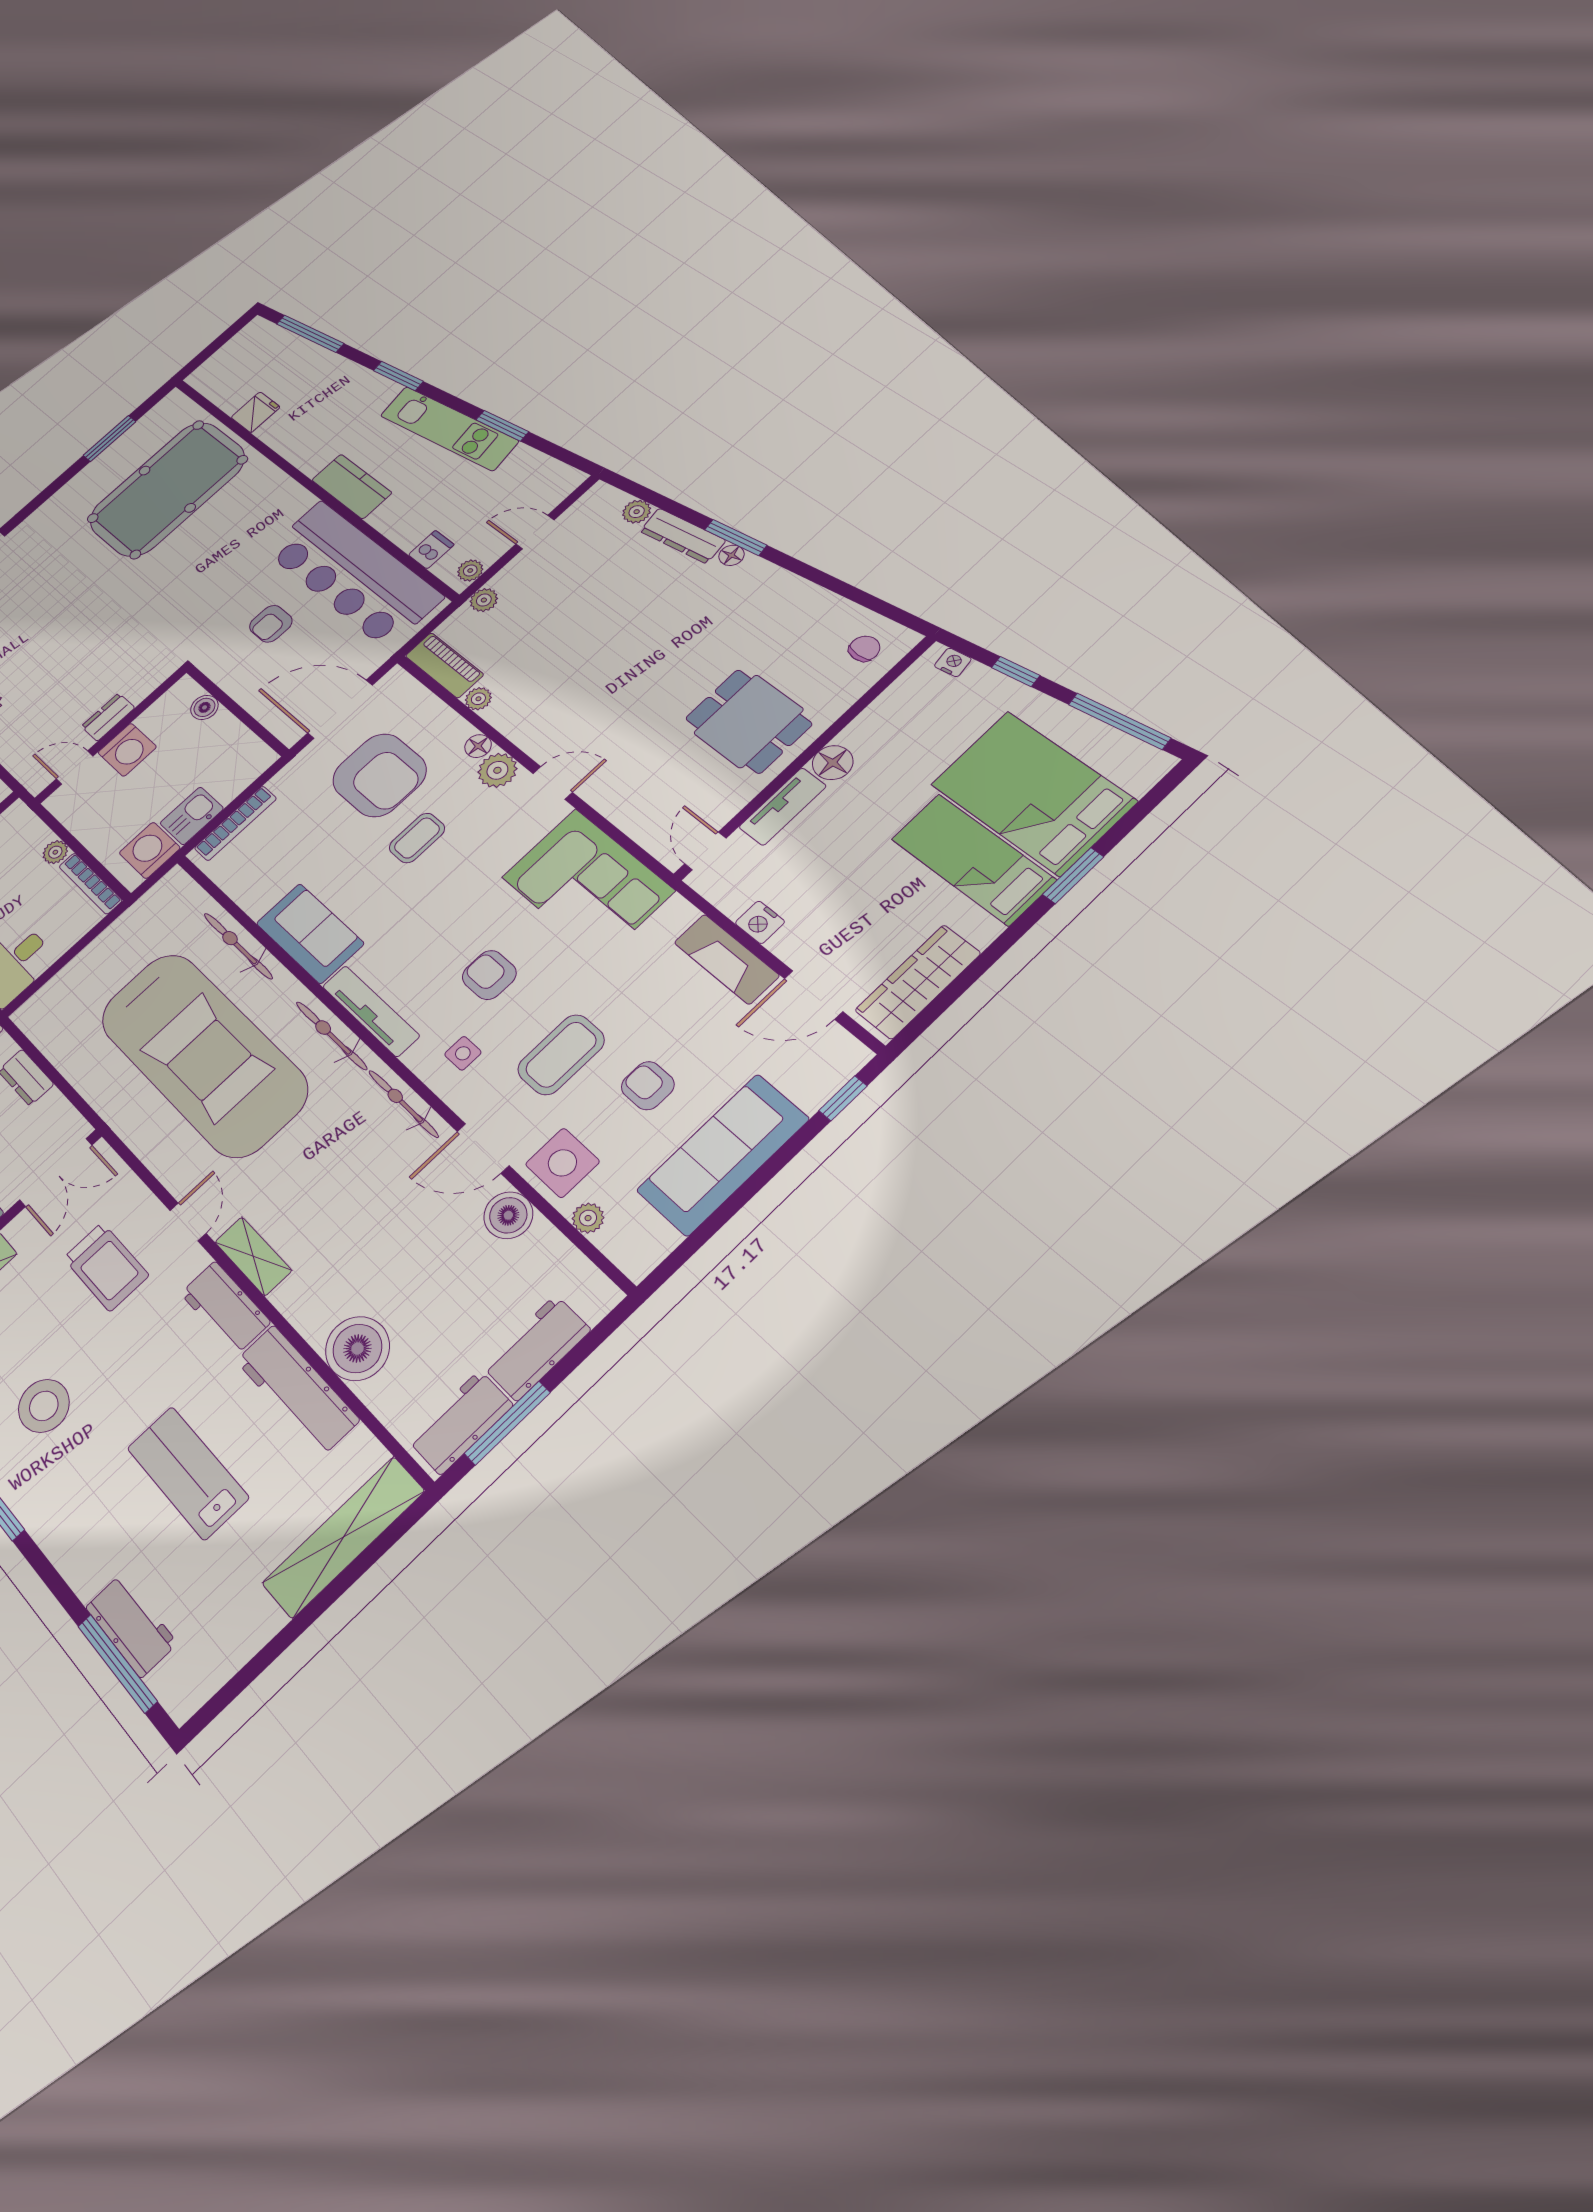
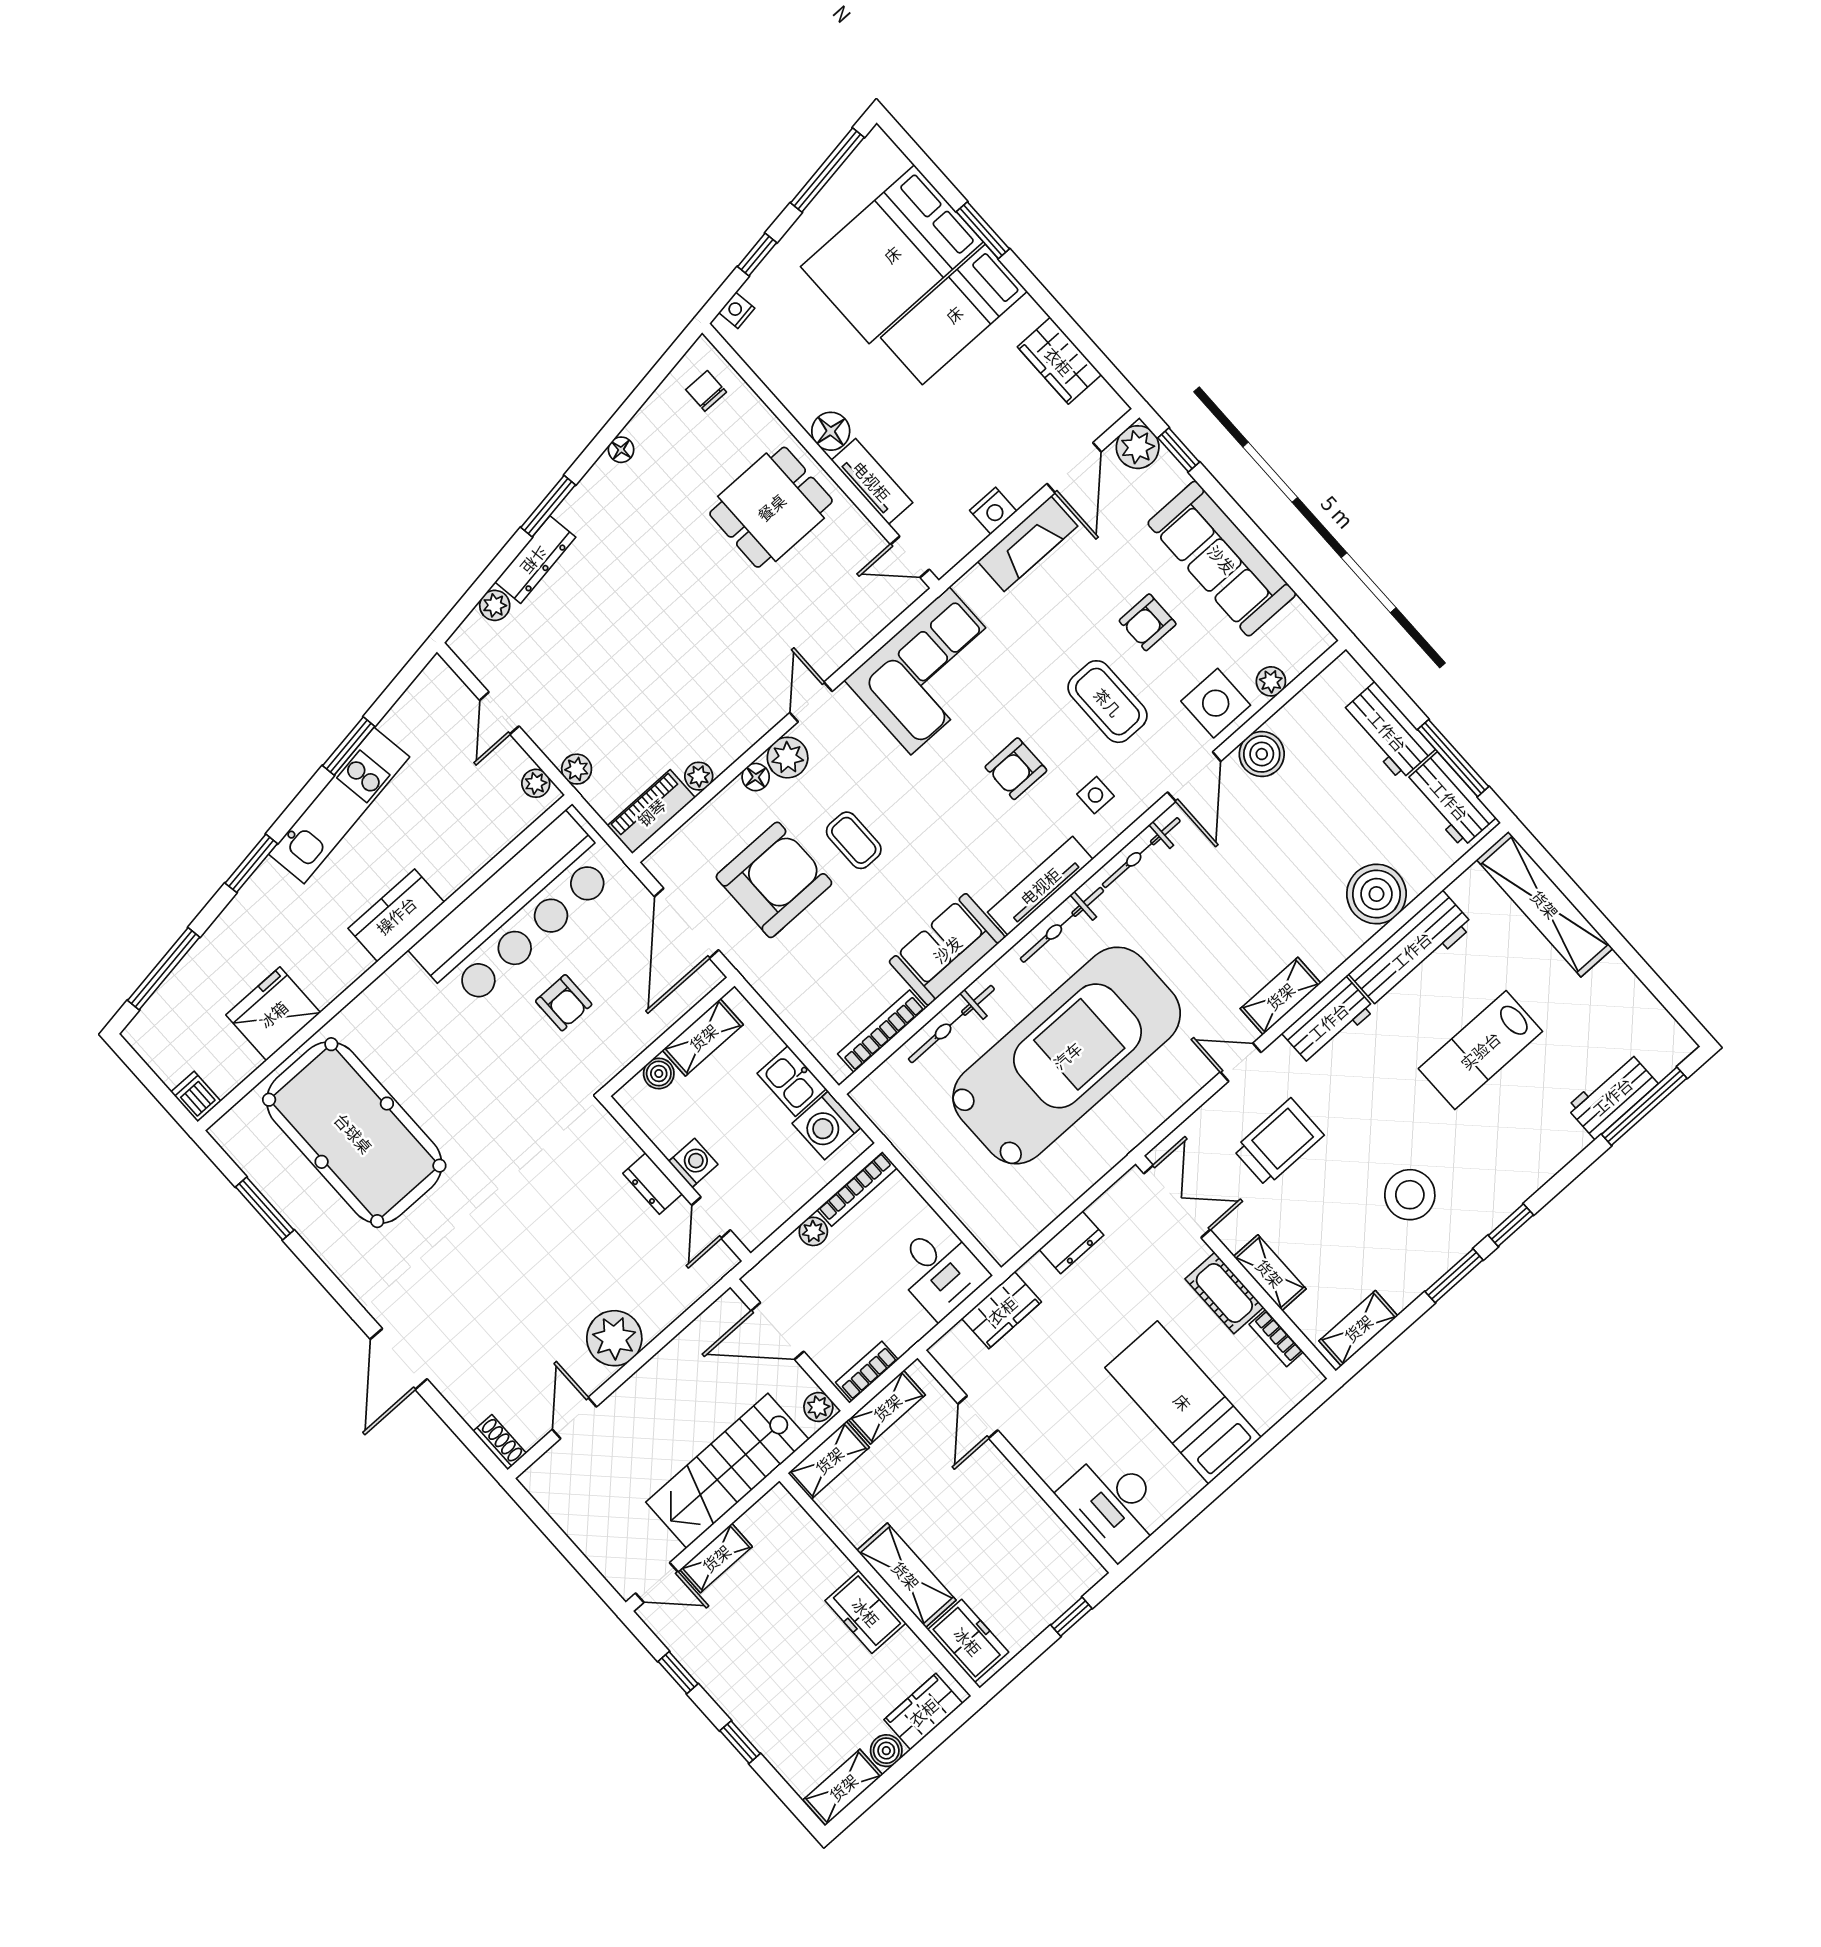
fridge: (256, 412) -> (273, 1014), width x1.88, depth x1.34
dishwasher: (431, 550) -> (196, 1097), moved
floor lamp: (732, 555) -> (621, 450), moved
shelving: (235, 738) -> (703, 1037), added
washing machine: (127, 750) -> (693, 1163), width x0.73, depth x0.73
bookcase: (236, 823) -> (882, 1031), moved, turned -90
wardrobe: (918, 982) -> (1059, 361), width x0.67
plant: (842, 1056) -> (1138, 447), added

